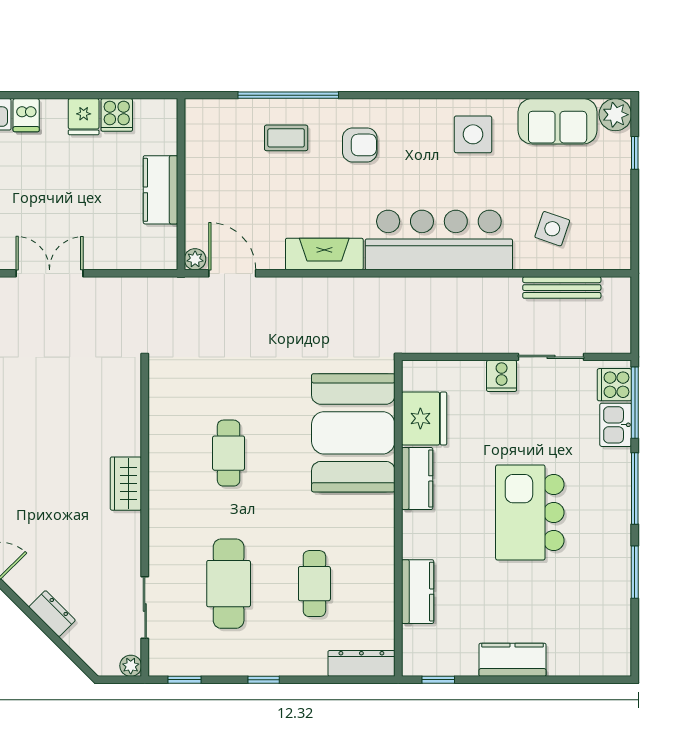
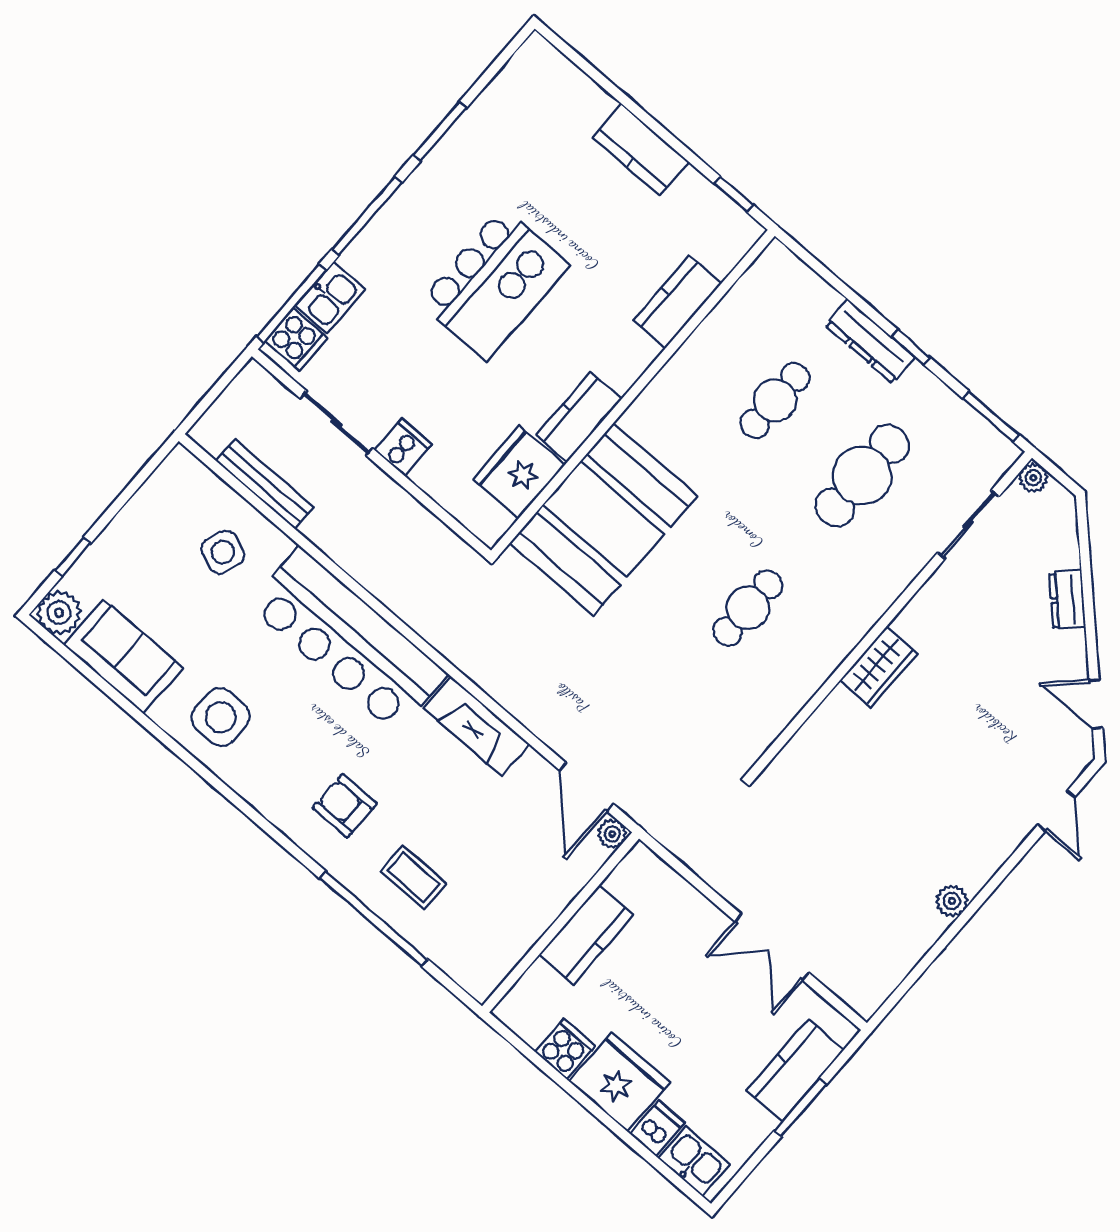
fridge: (84, 117) -> (619, 1082), width x1.88, depth x1.34
dresser: (361, 663) -> (870, 341), moved
window: (185, 680) -> (991, 416), width x1.50

